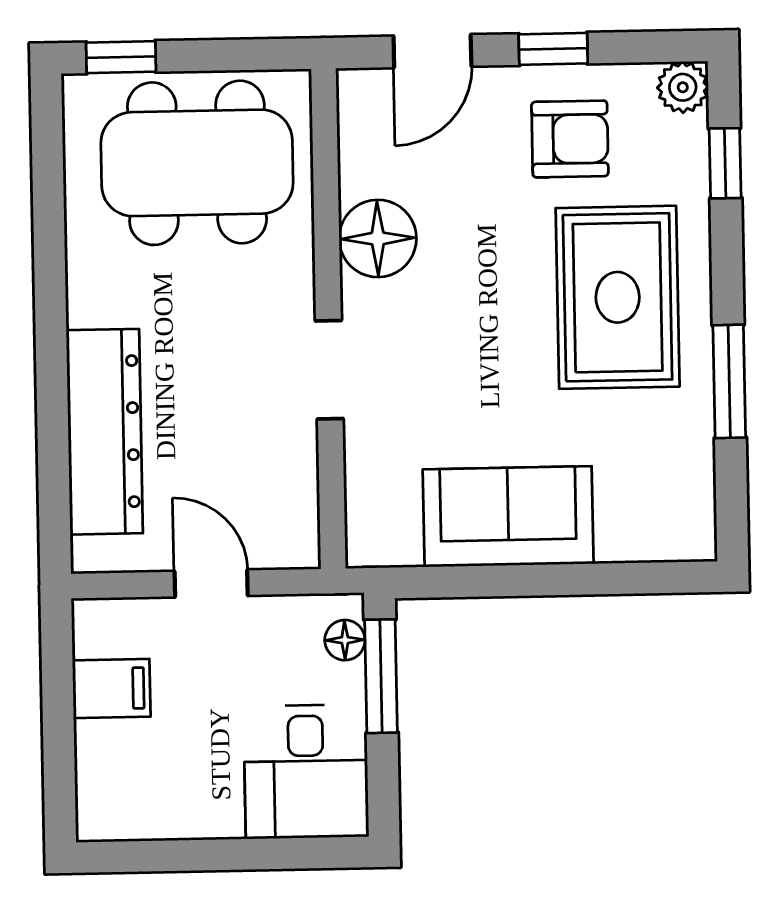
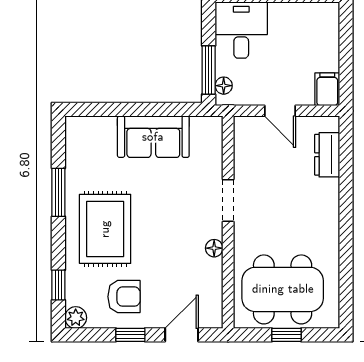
window: (121, 57) -> (286, 335), moved
armchair: (570, 139) -> (124, 297), turned 180
floor lamp: (378, 238) -> (214, 248), width x0.53, depth x0.53
dresser: (105, 432) -> (327, 155), width x0.51, depth x0.80
filing cabinet: (111, 688) -> (327, 89), moved, turned 90

